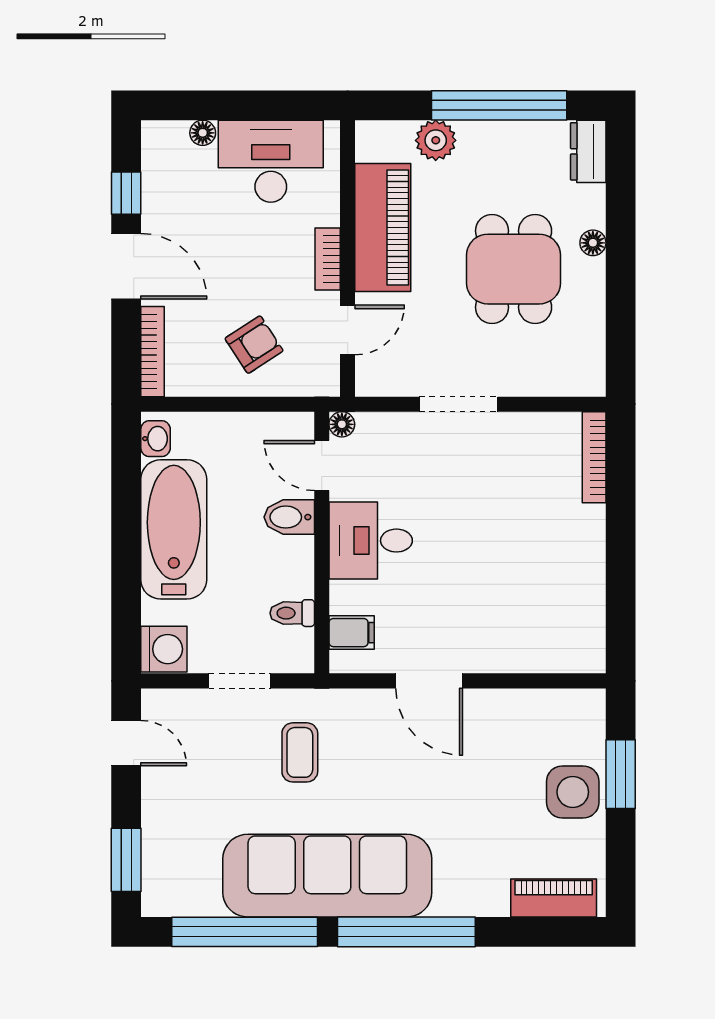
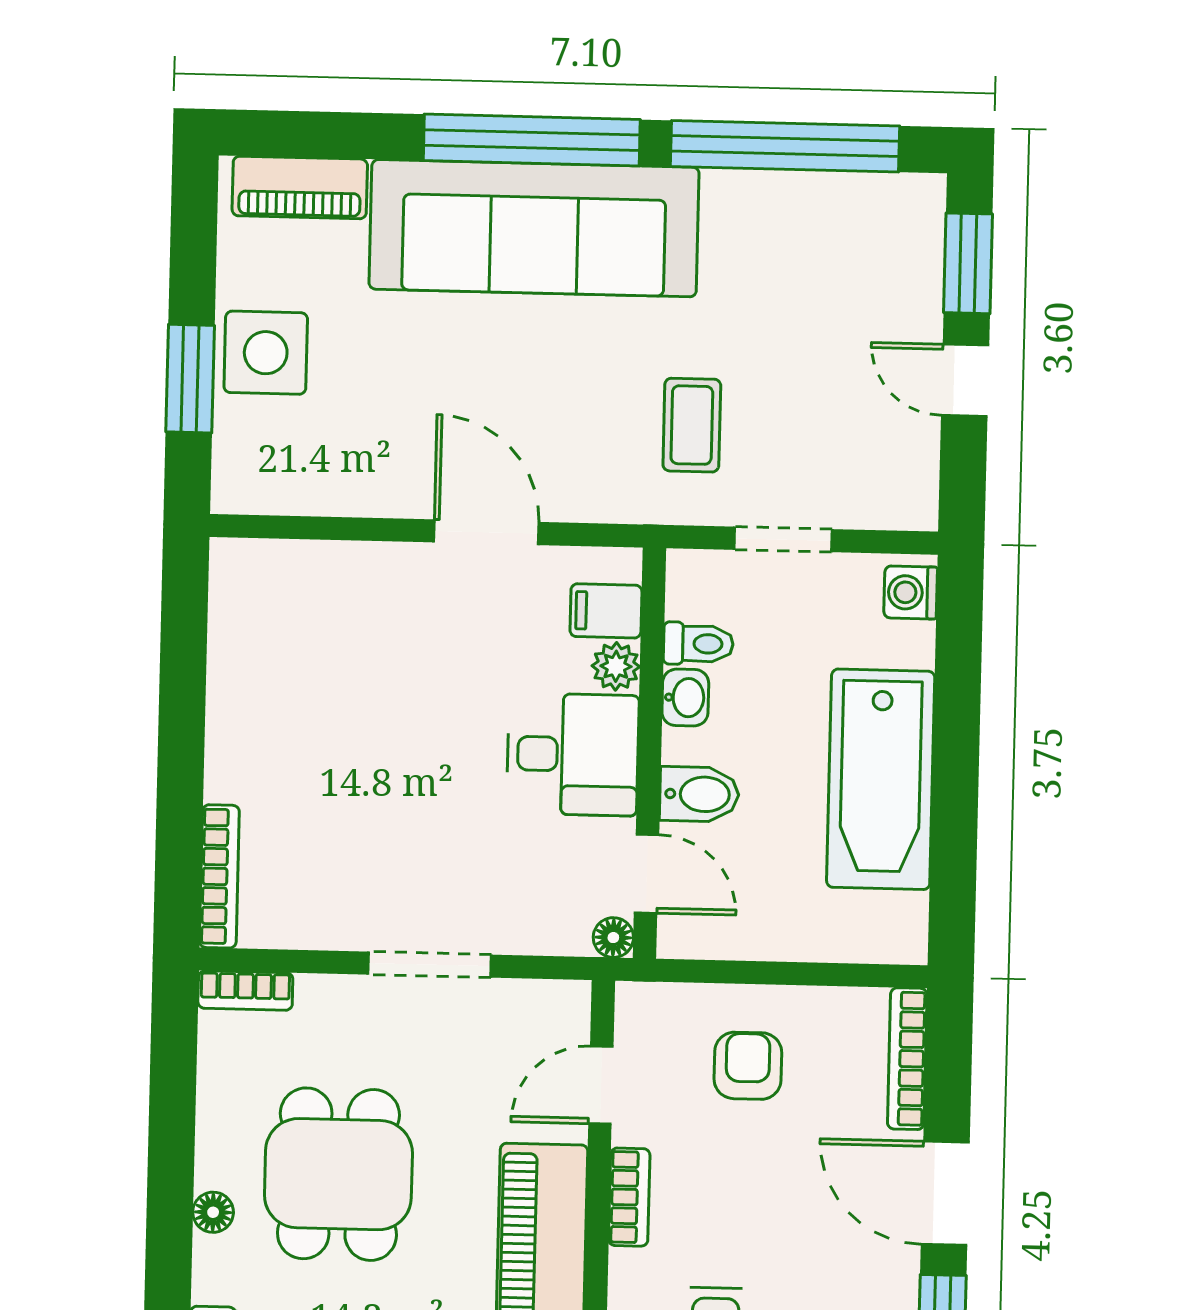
armchair: (254, 345) -> (748, 1066), turned 123
bookcase: (576, 385) -> (245, 991), added
washbasin: (156, 439) -> (685, 698), moved, turned 180
plant: (344, 597) -> (616, 666), added
washing machine: (164, 649) -> (911, 592), width x0.73, depth x0.73
door: (126, 743) -> (965, 380), moved
sofa: (327, 876) -> (534, 228), moved

